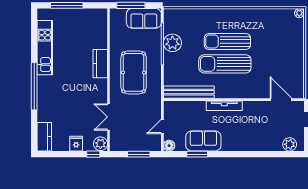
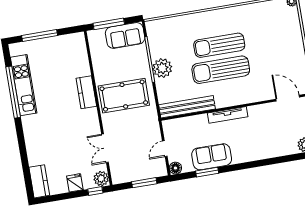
plant: (172, 43) -> (162, 68), moved
pool table: (134, 72) -> (124, 96), turned 90
window: (34, 86) -> (13, 92), moved

